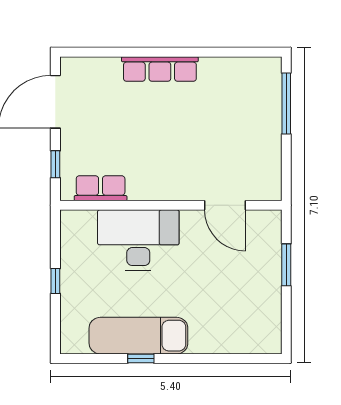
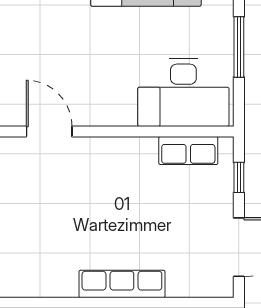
desk: (138, 240) -> (183, 93), moved
window: (55, 281) -> (239, 47), width x2.17

